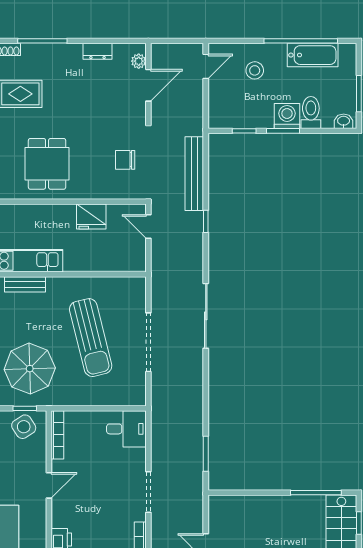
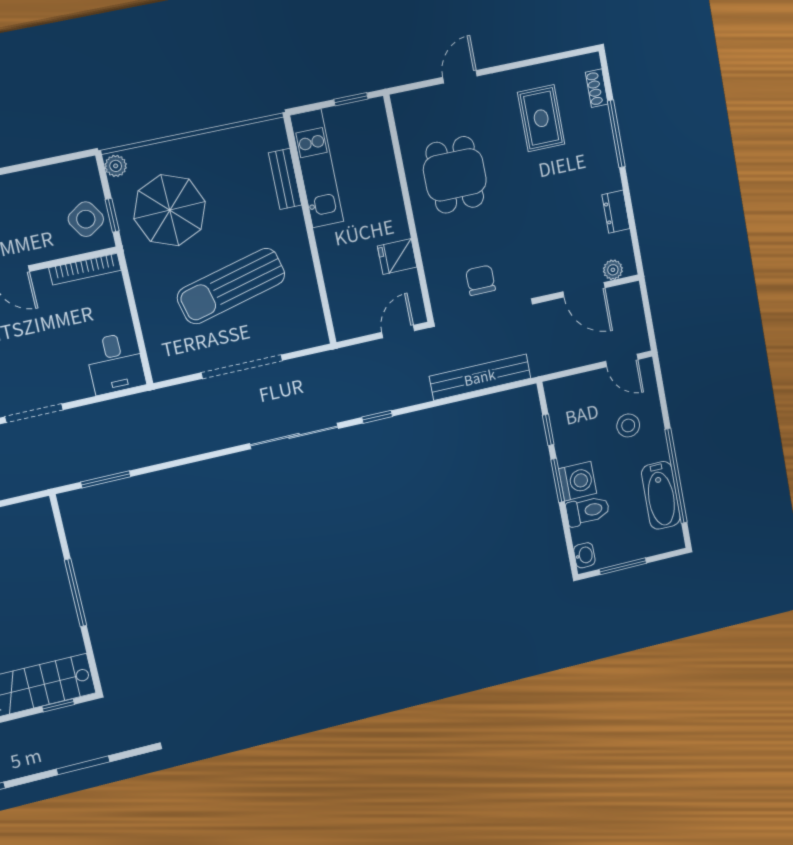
dining table: (47, 164) -> (455, 175), turned 90
fridge: (91, 217) -> (397, 257), width x0.72
window: (206, 221) -> (377, 417), moved
window: (316, 493) -> (75, 593), moved

